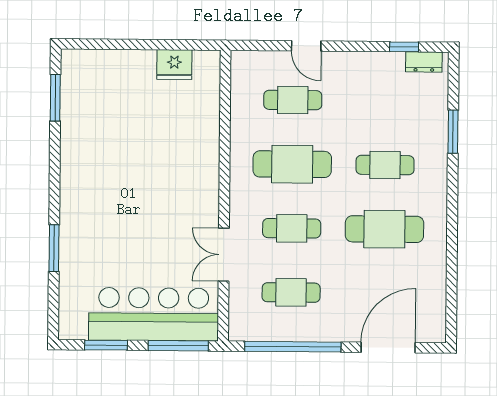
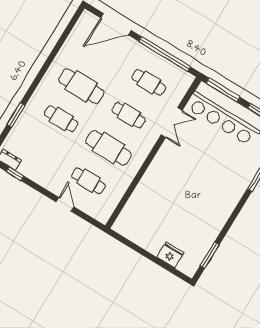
fridge: (174, 65) -> (170, 255), moved

